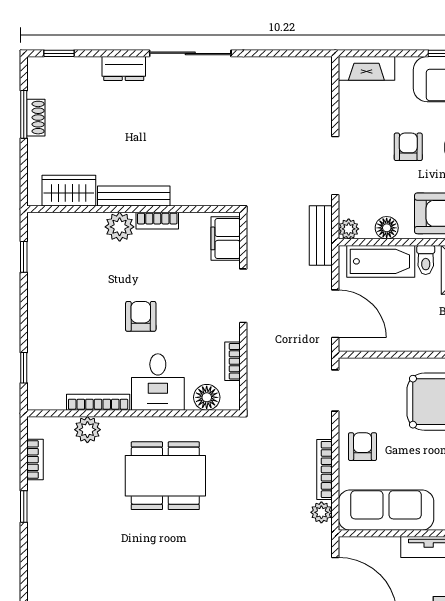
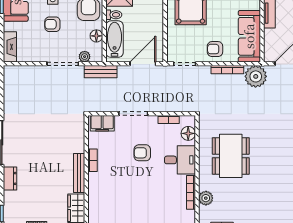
plant: (120, 227) -> (96, 181), removed
plant: (349, 229) -> (85, 57), moved
armchair: (141, 316) -> (142, 153), moved
plant: (321, 512) -> (256, 76), width x1.88, depth x1.88

